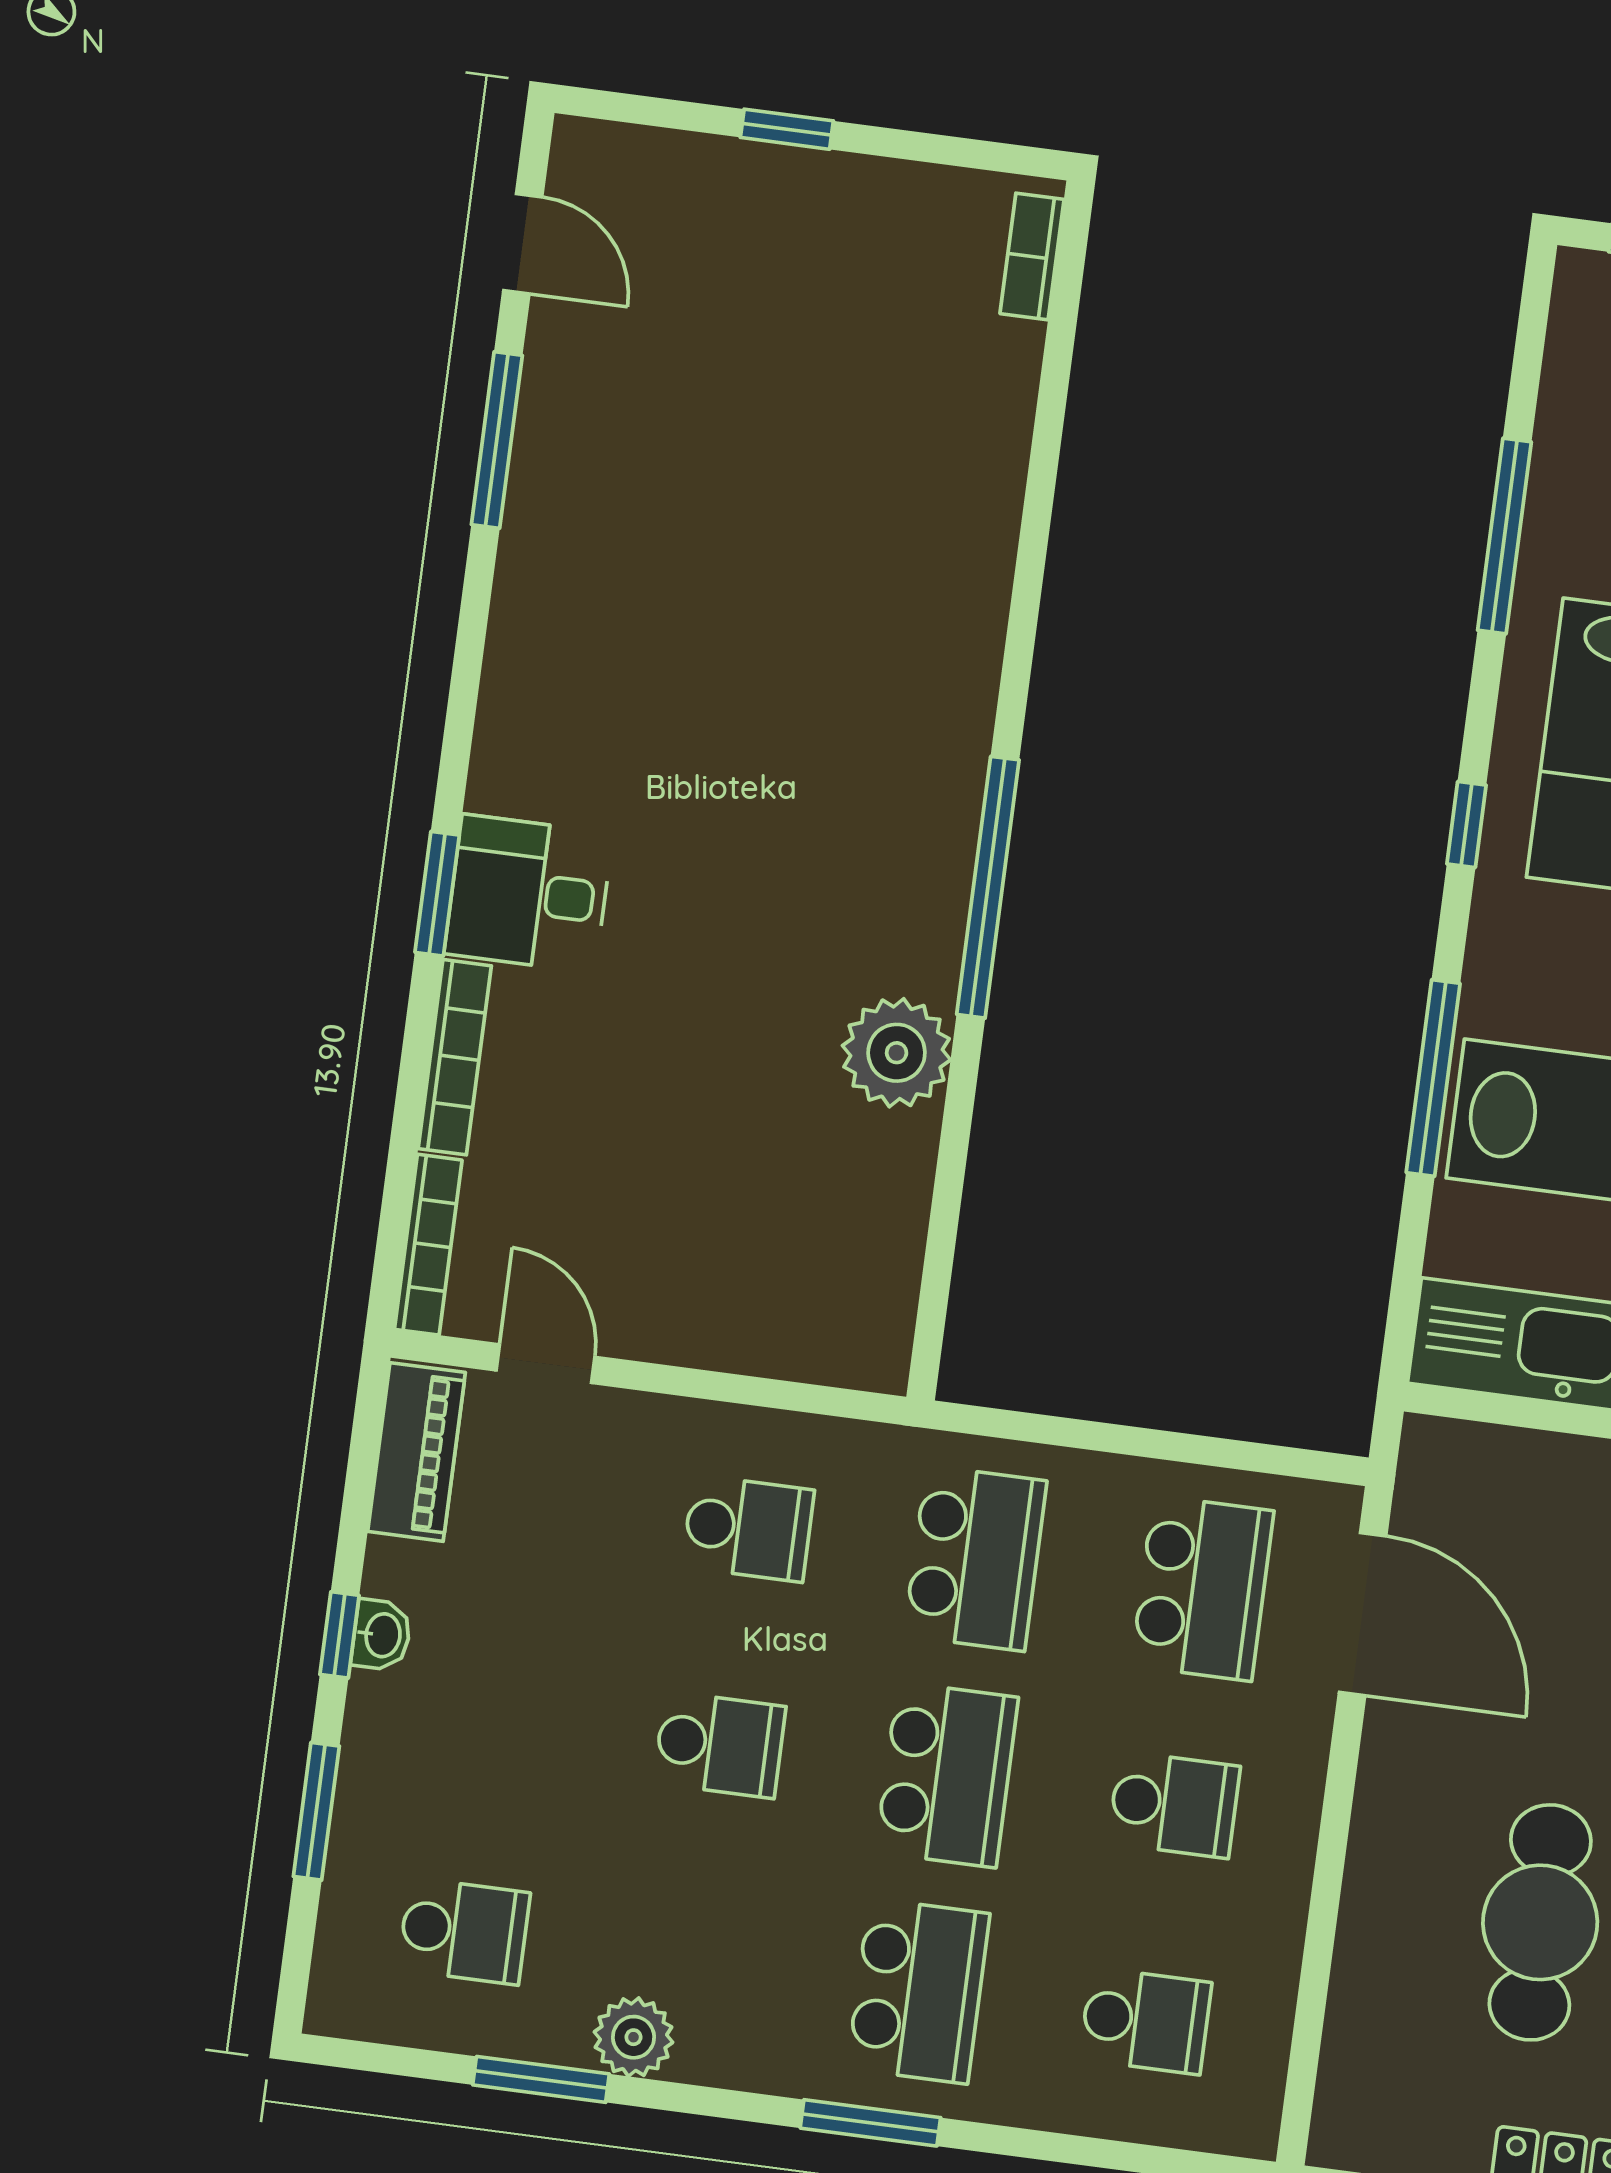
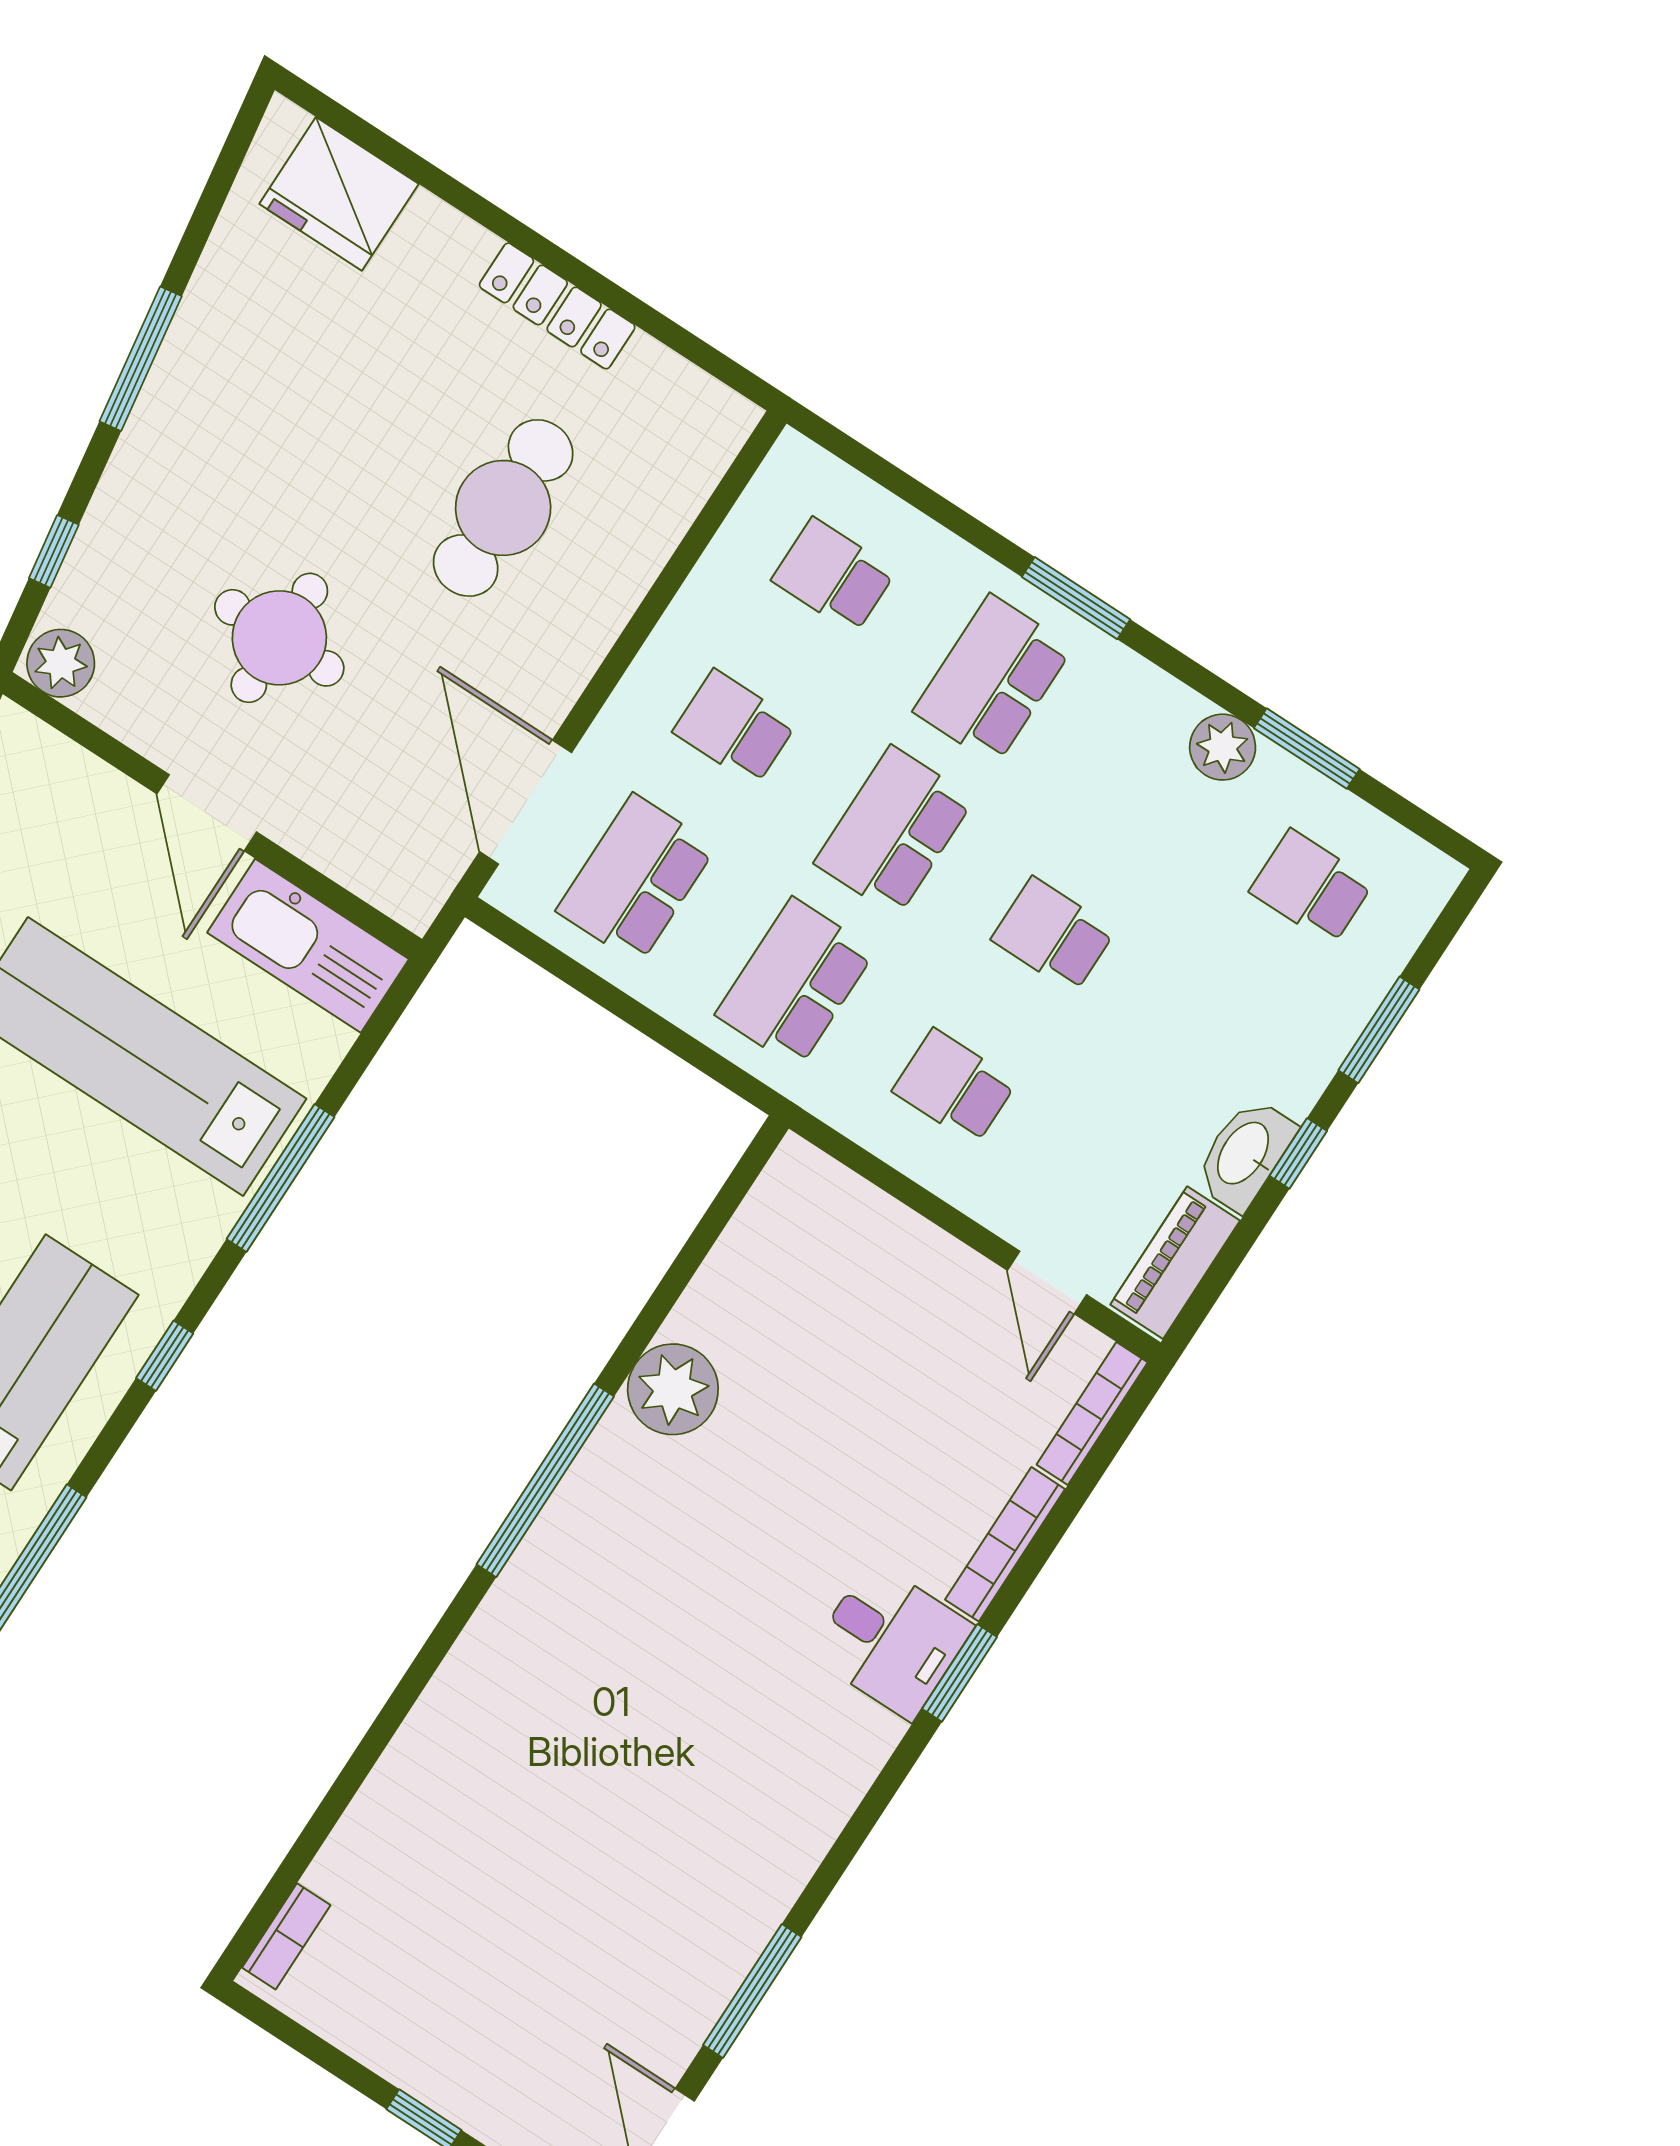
washbasin: (381, 1635) -> (1245, 1154), width x1.91, depth x1.45

